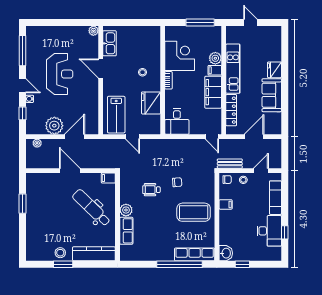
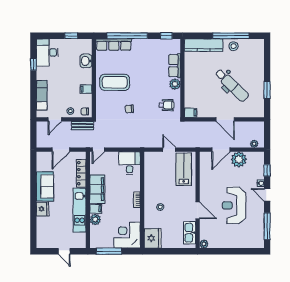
corner desk: (180, 56) -> (127, 235), moved, turned 90
fridge: (151, 103) -> (153, 238), moved
door: (212, 137) -> (98, 150), swing flipped
wheelchair: (151, 190) -> (166, 105), moved
dental chair: (91, 208) -> (232, 85), moved
desk: (269, 231) -> (47, 52), moved
washbasin: (226, 253) -> (86, 61), moved
window: (63, 264) -> (231, 36), width x2.11
window: (136, 264) -> (166, 36), added

